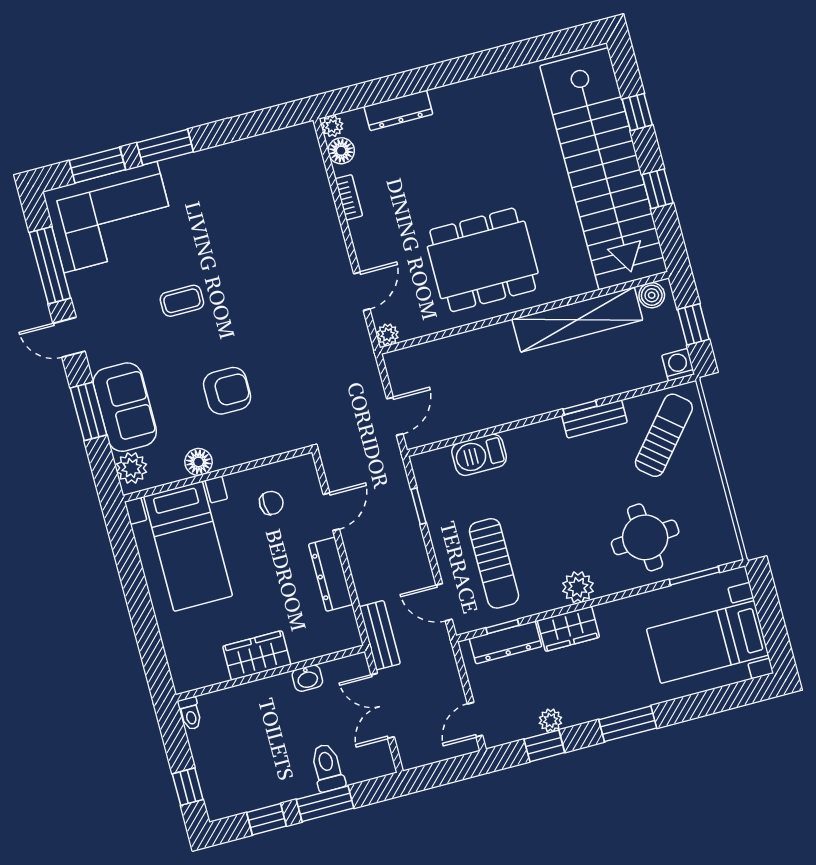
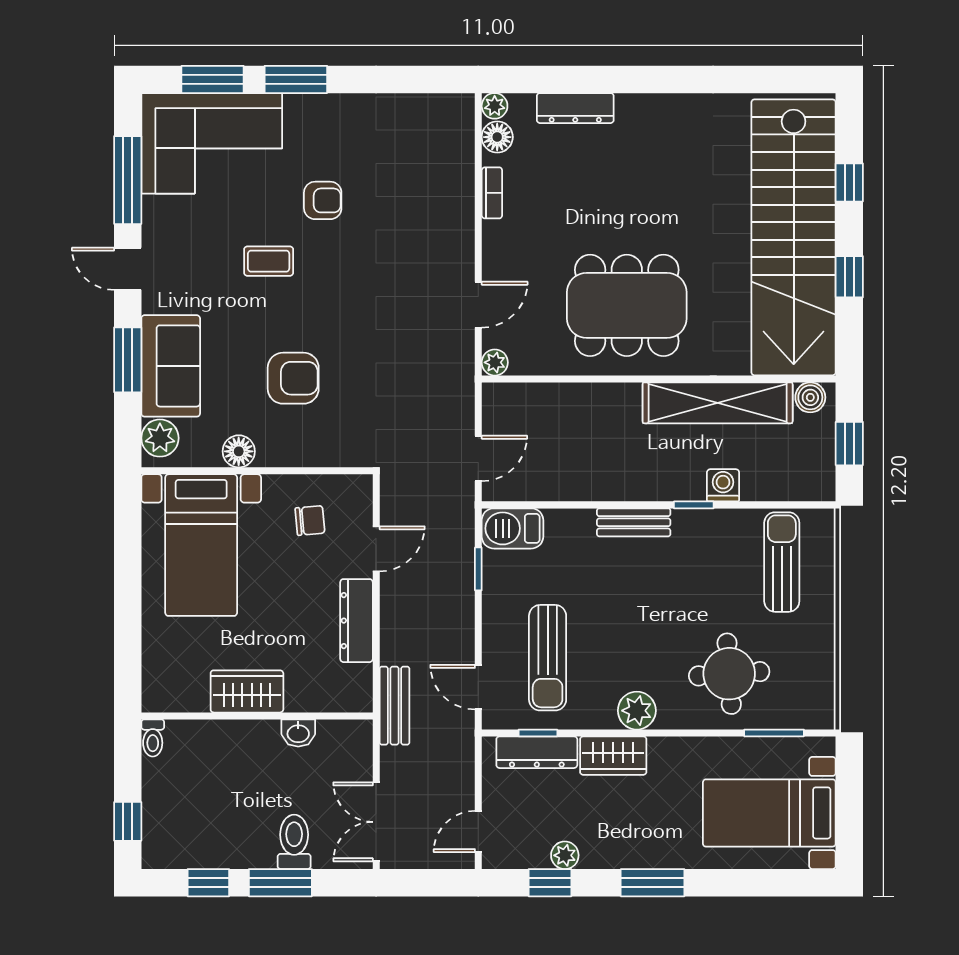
armchair: (213, 240) -> (323, 200), added
washing machine: (678, 365) -> (723, 485), moved
bench: (595, 419) -> (634, 522), moved
sun lounger: (664, 435) -> (782, 562), turned -40
barbecue: (479, 455) -> (512, 528), moved
double door: (383, 706) -> (376, 822), moved

